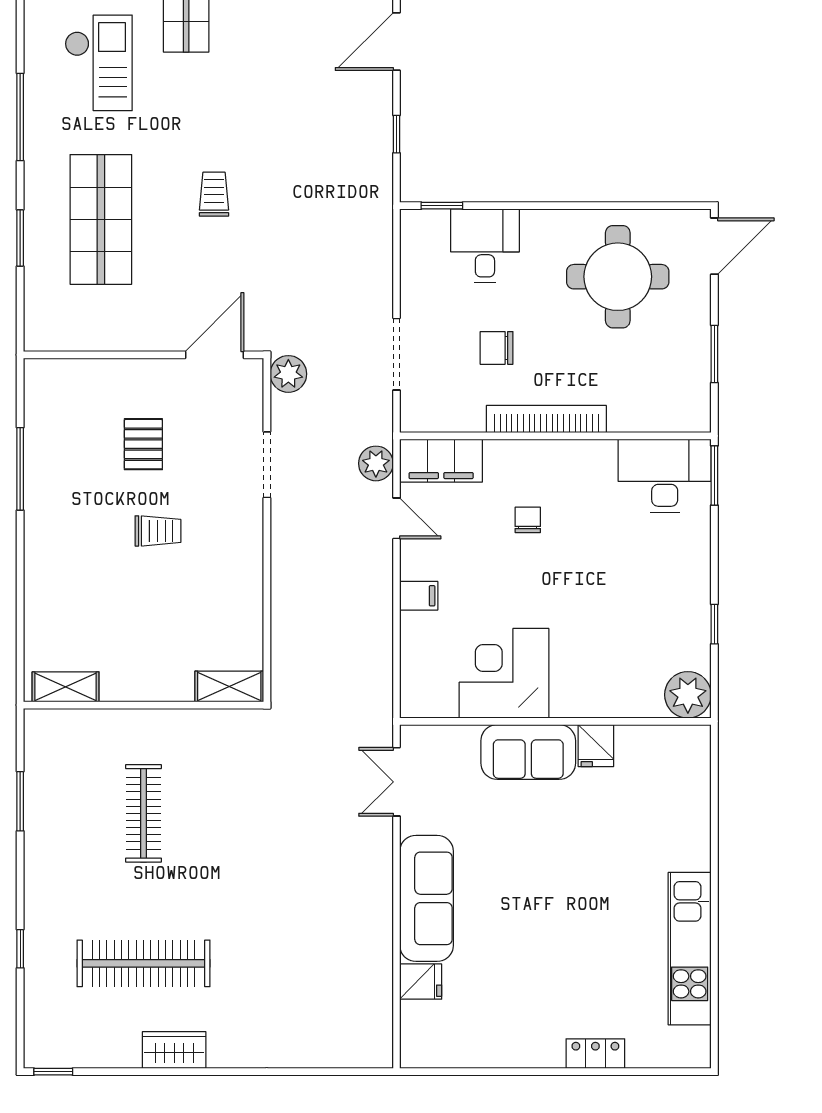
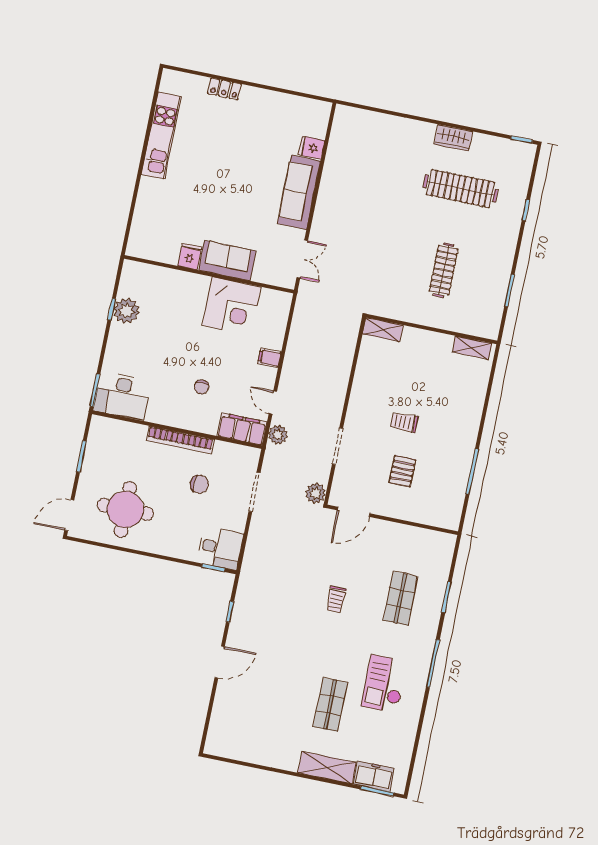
shop shelf: (101, 219) -> (400, 598), width x0.70, depth x0.74
desk: (485, 246) -> (220, 548), moved, turned -90
plant: (688, 695) -> (126, 311), moved

